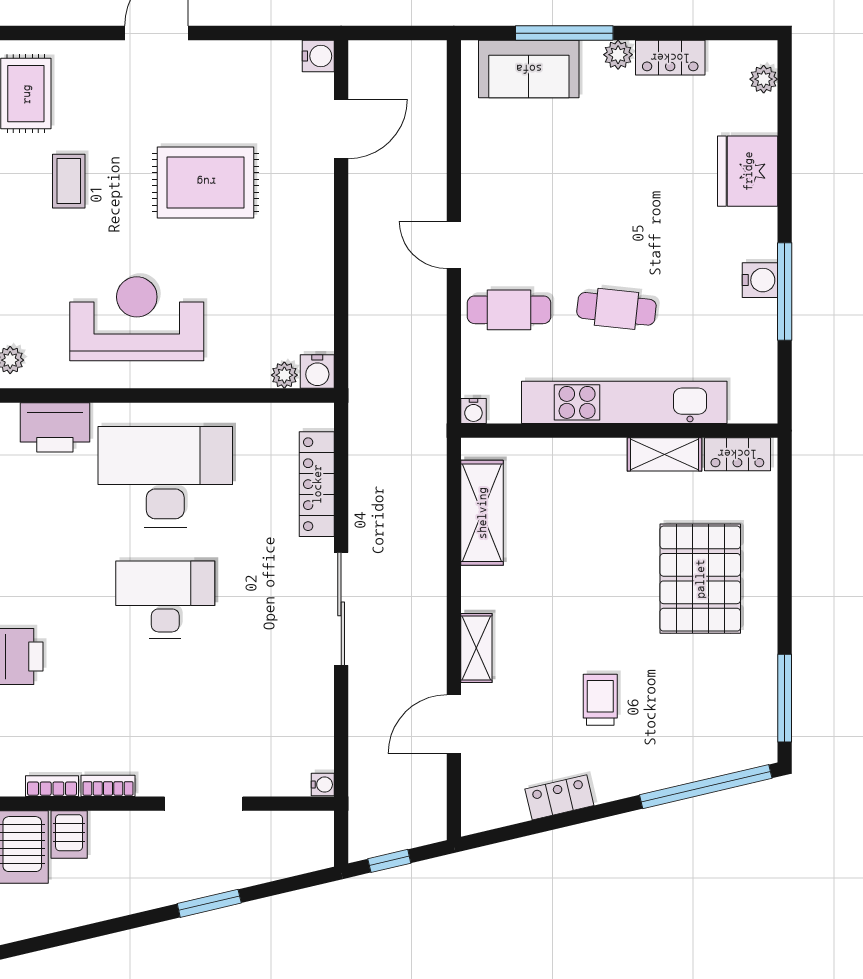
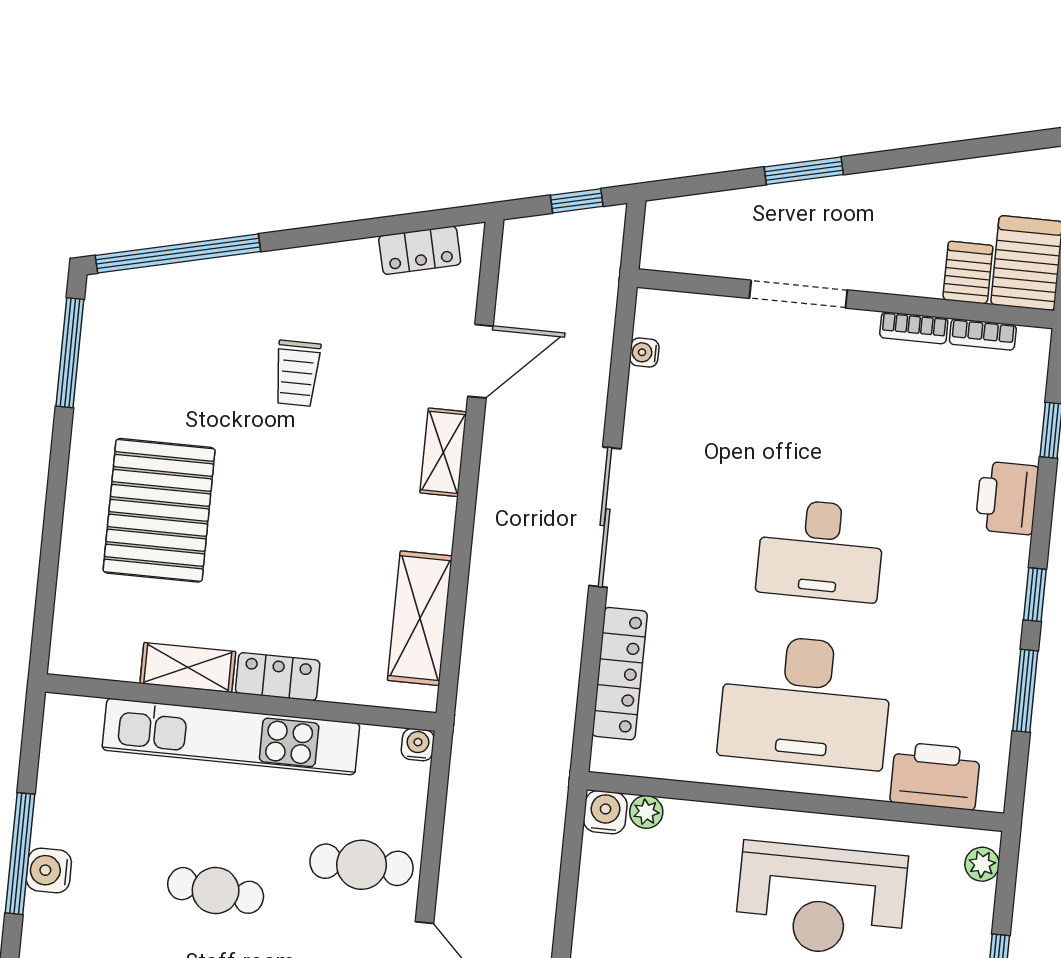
cafe table: (616, 309) -> (216, 890), moved
locker: (737, 454) -> (278, 677), moved
water cooler: (323, 785) -> (644, 353), moved
locker: (559, 797) -> (420, 250), moved

